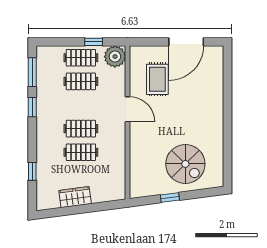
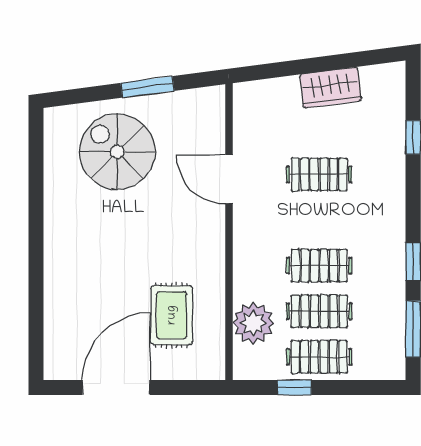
plant: (115, 57) -> (253, 323), moved
door: (128, 109) -> (229, 179), moved
clothes rail: (81, 129) -> (319, 266), moved
window: (170, 198) -> (147, 87), width x1.50

